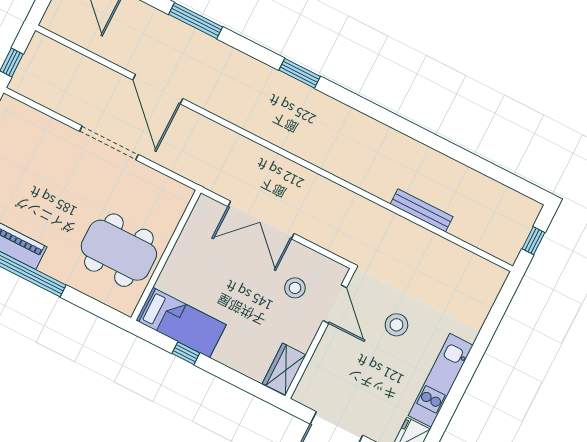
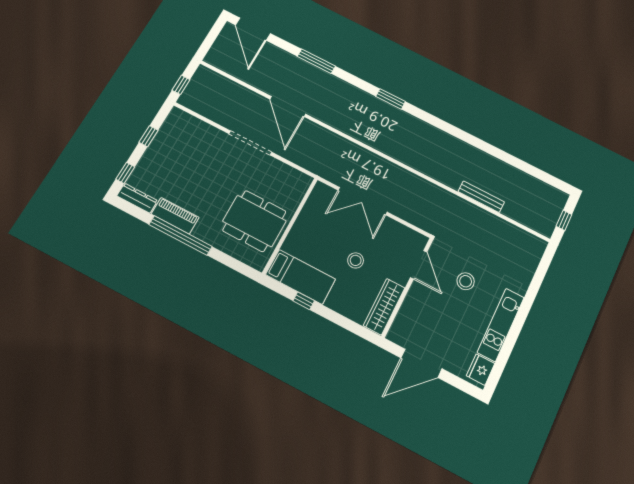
stool: (295, 288) -> (356, 260), moved
wardrobe: (284, 369) -> (384, 307), width x1.50

